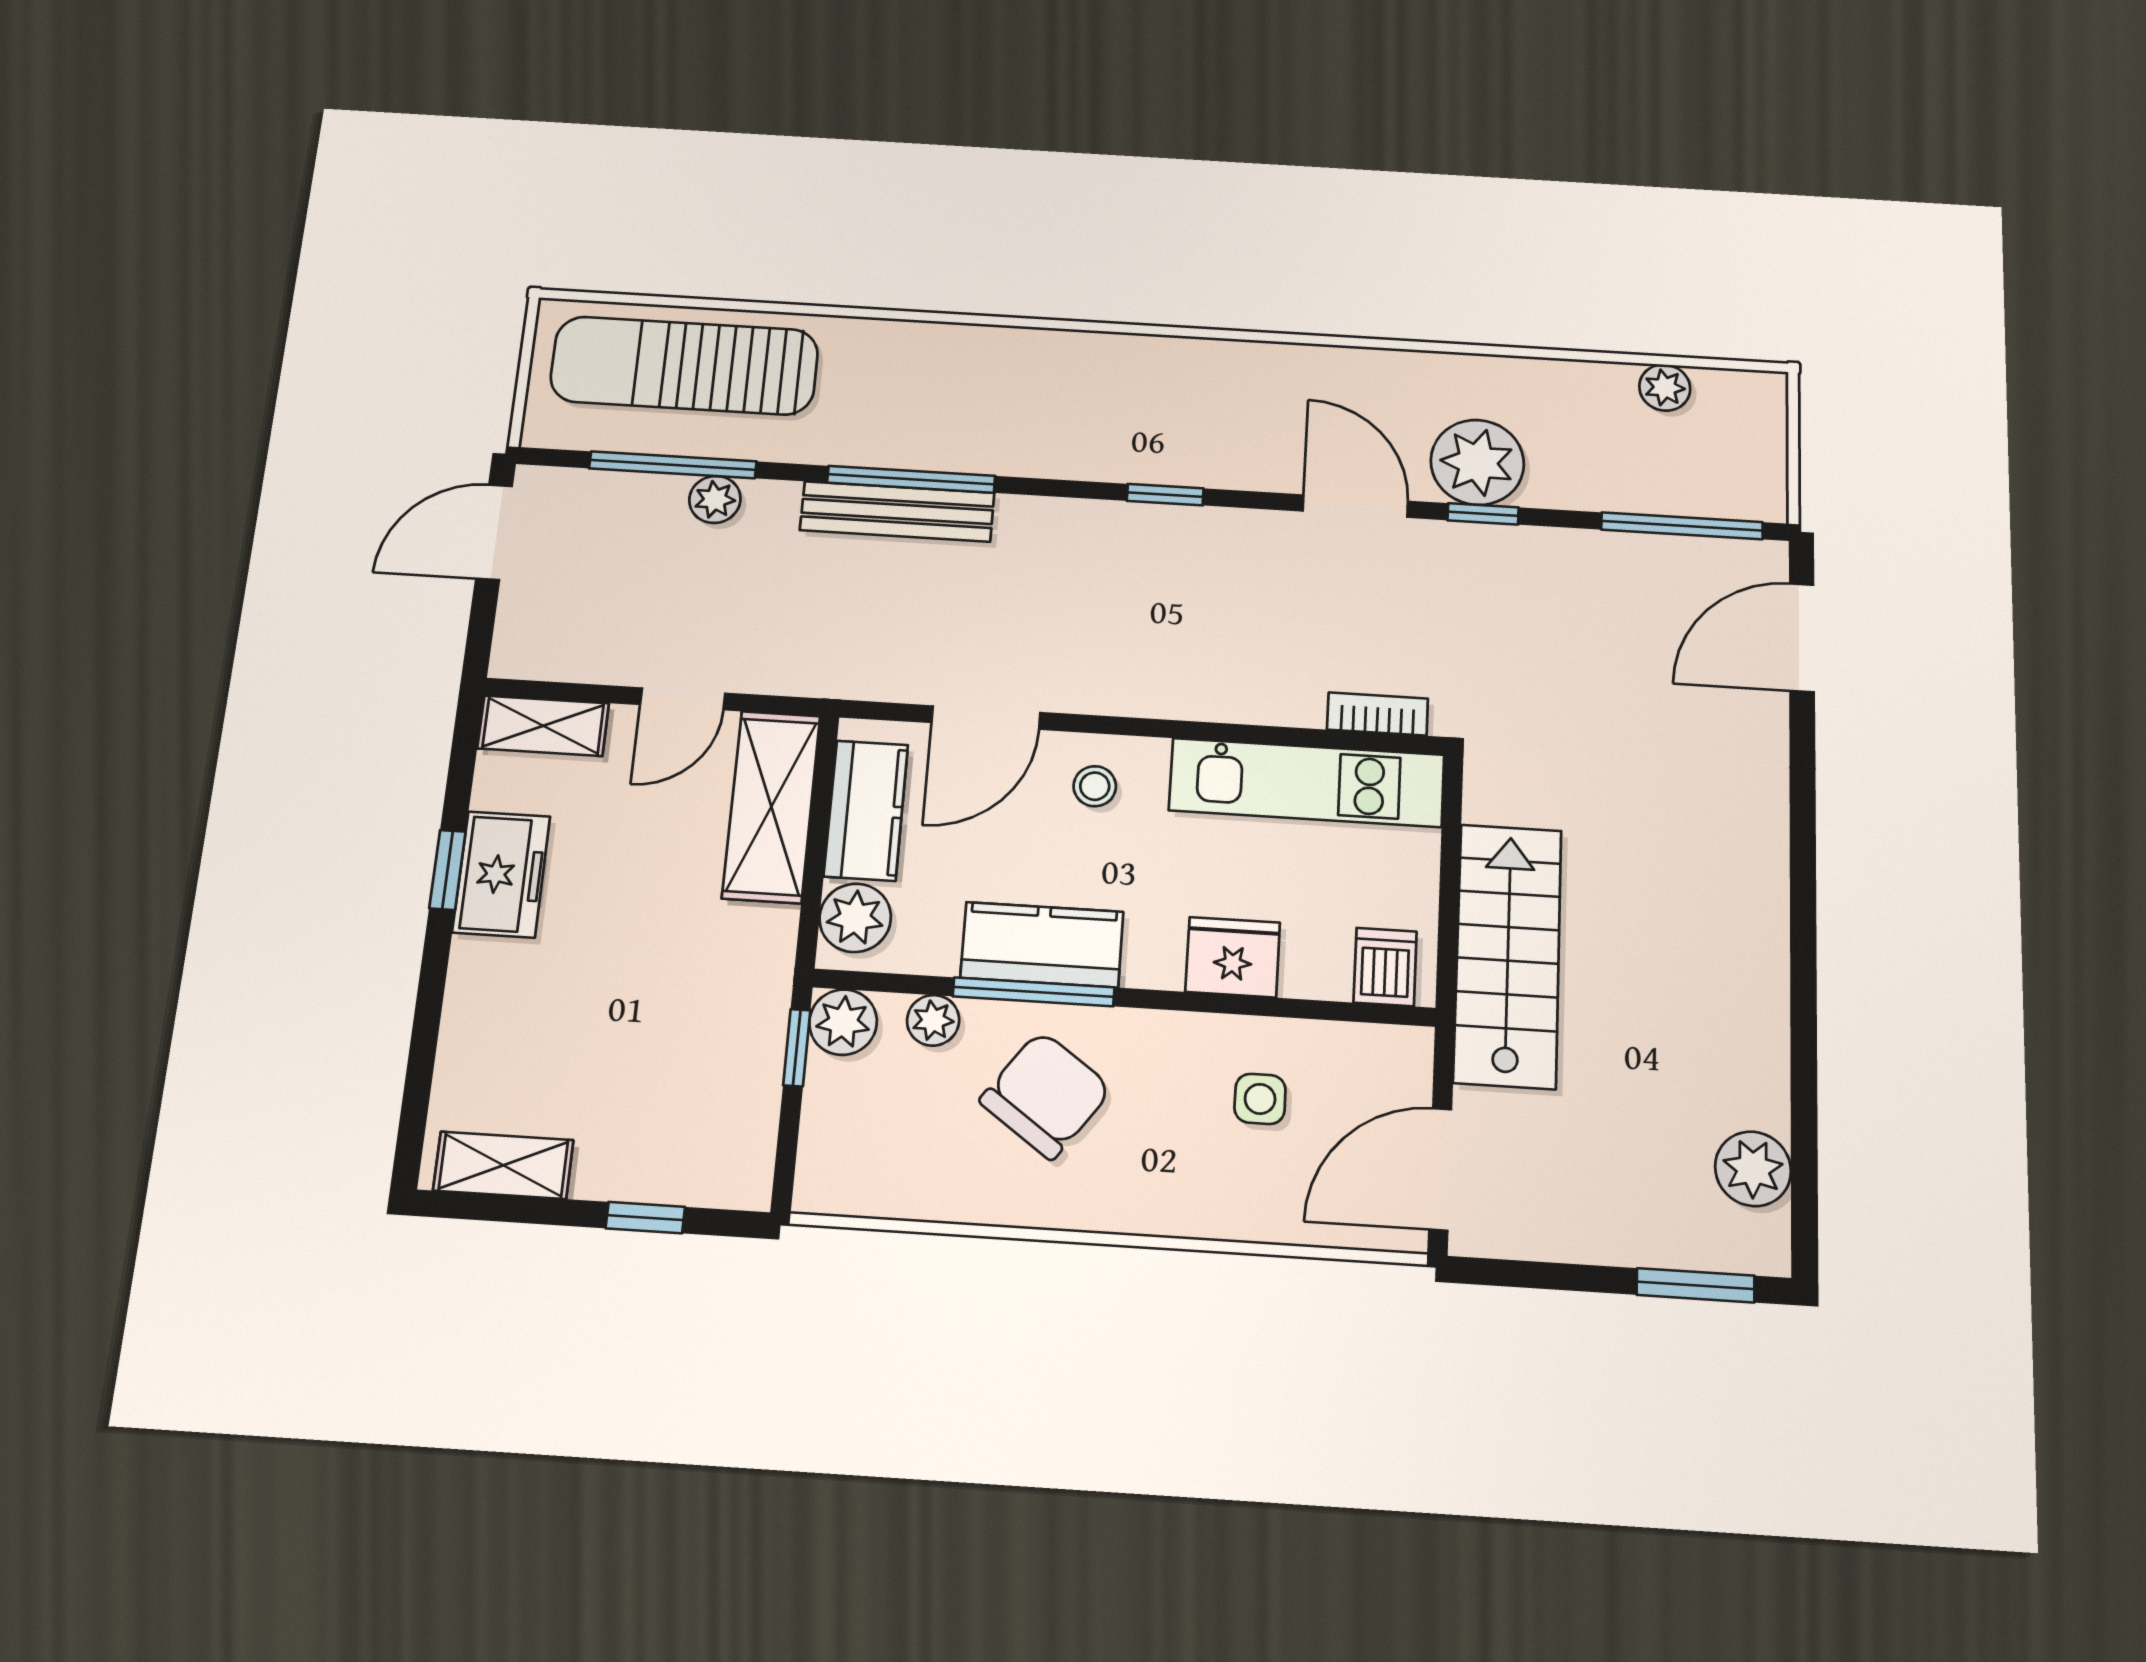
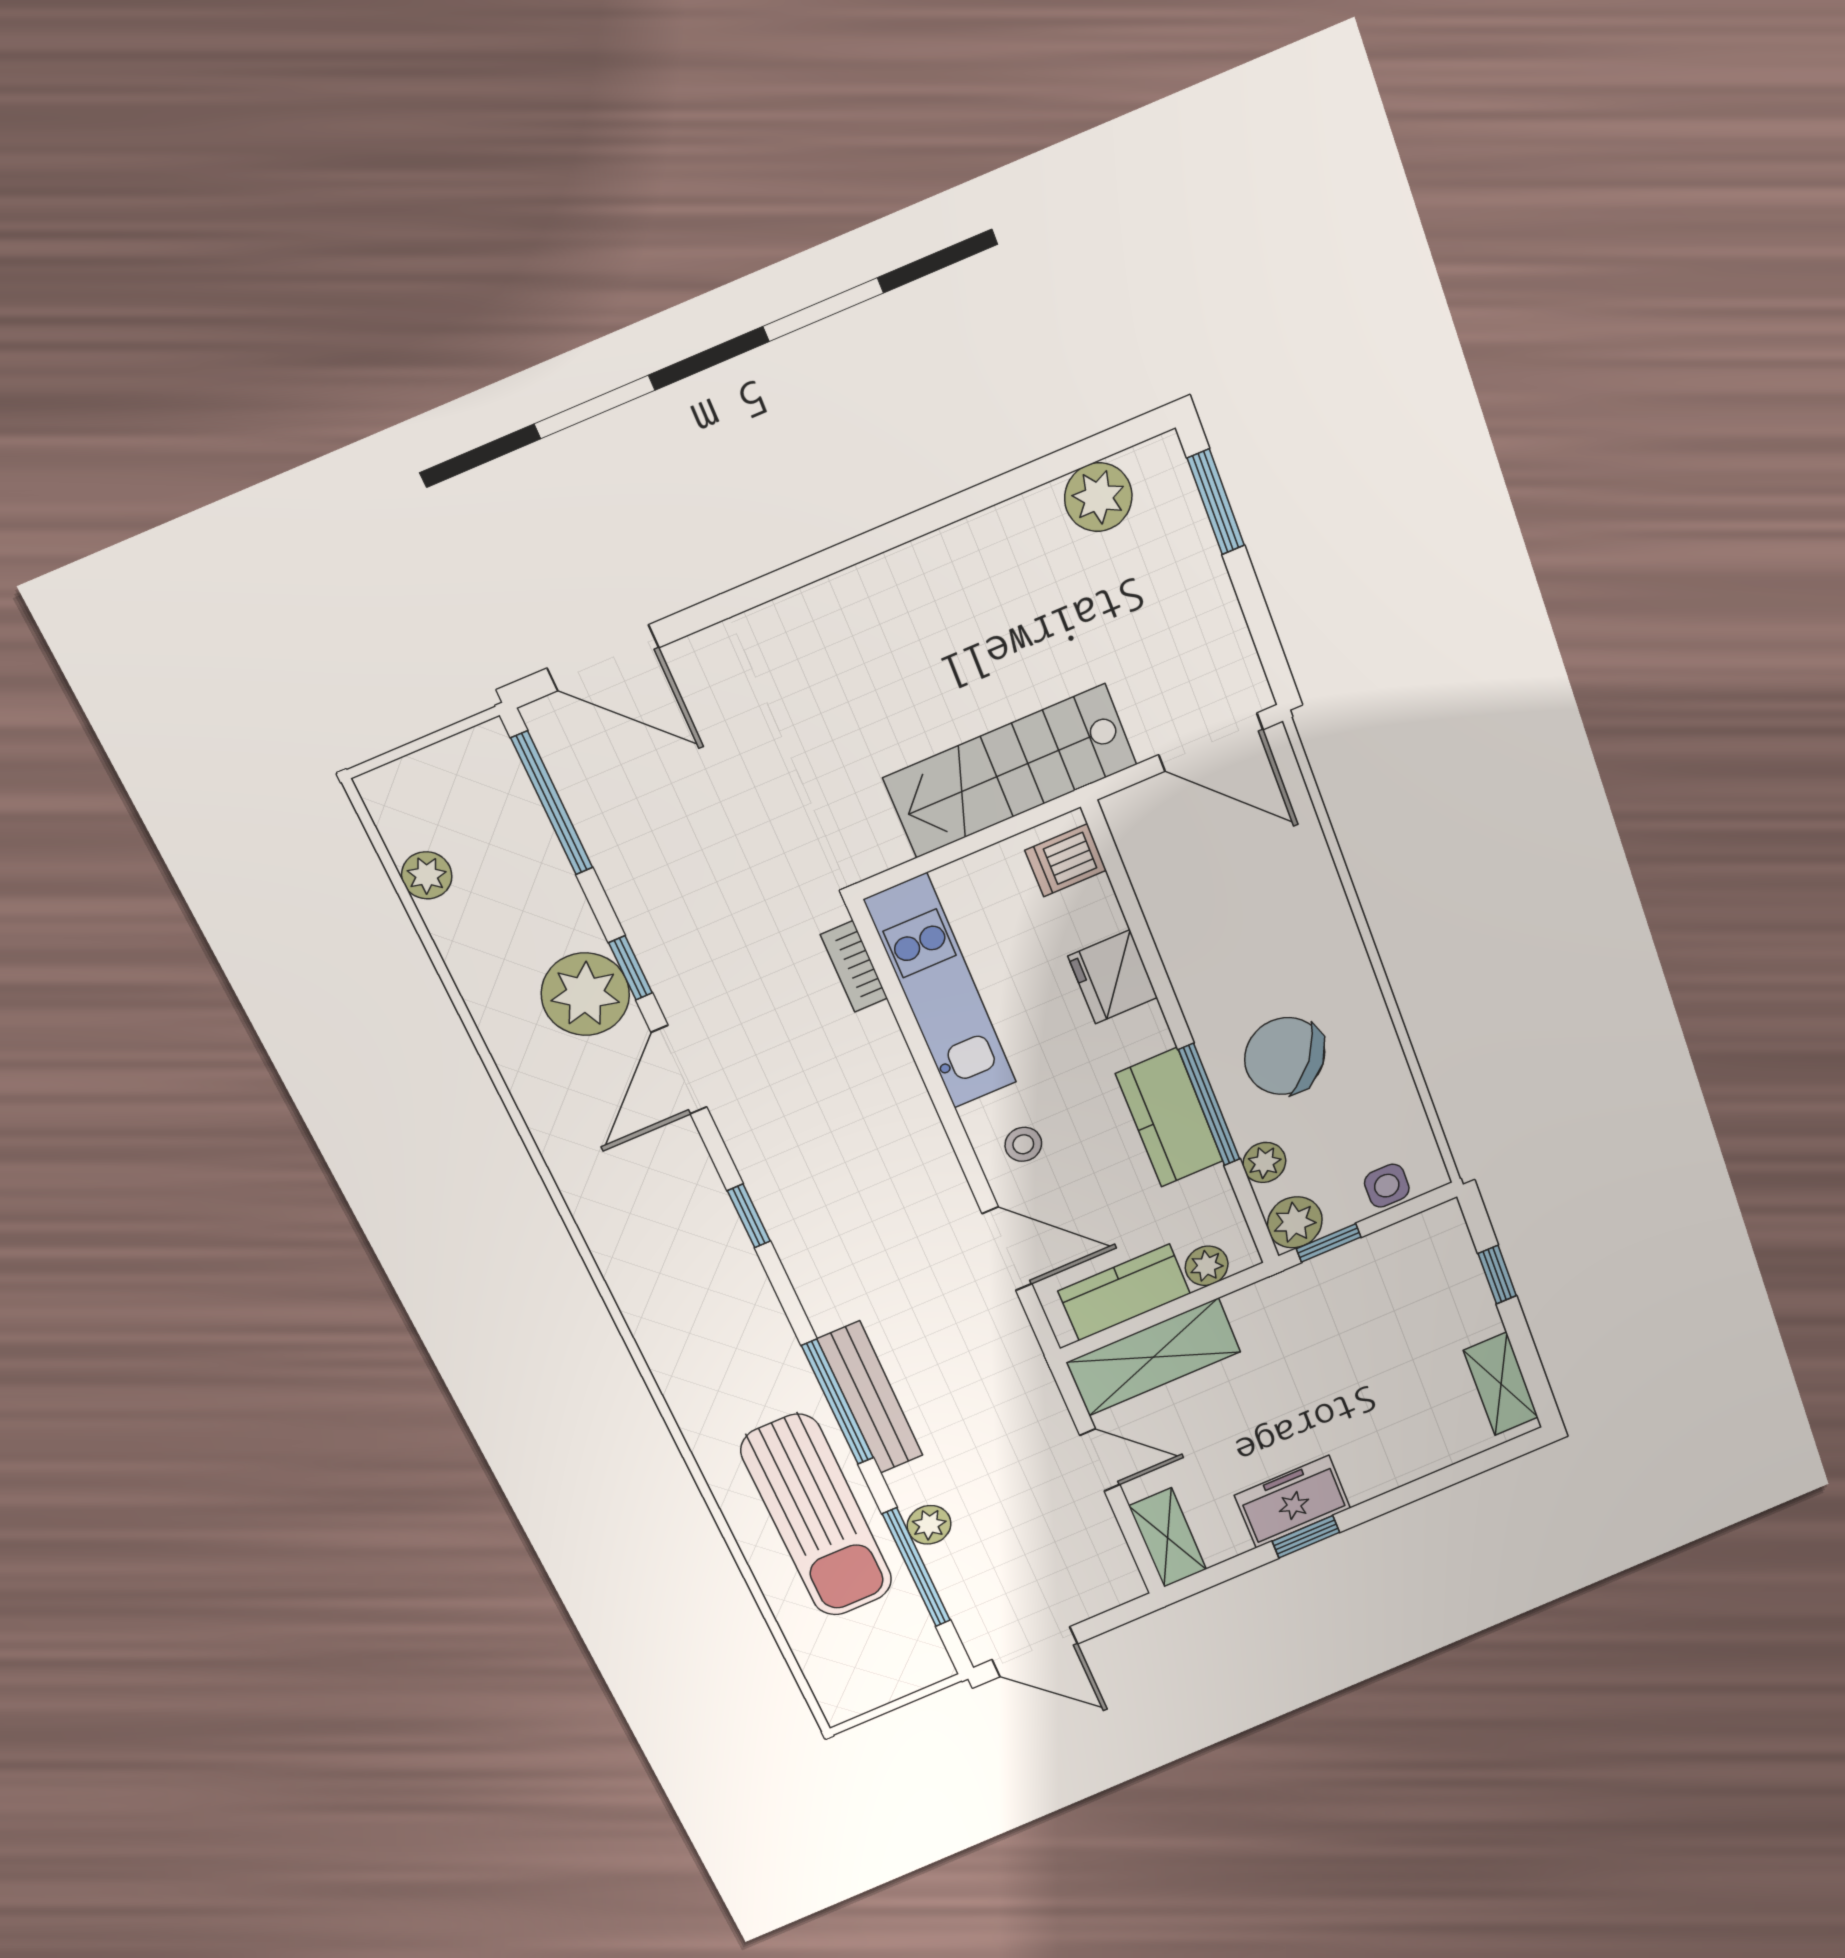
sun lounger: (684, 366) -> (817, 1516), moved
plant: (855, 918) -> (1207, 1266), width x0.73, depth x0.73
side table: (1260, 1099) -> (1387, 1186), moved

